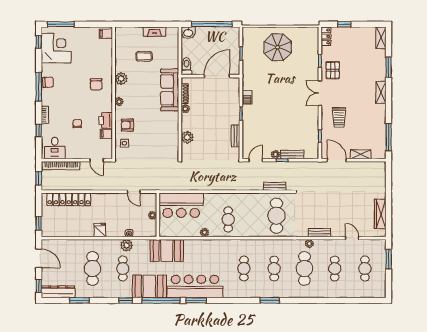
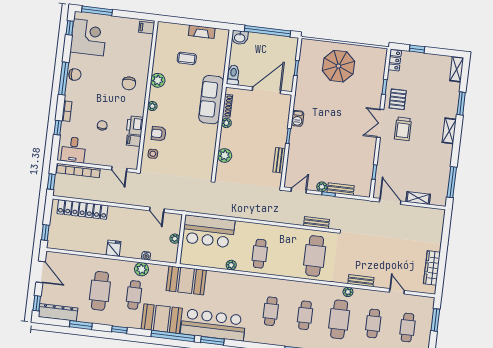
trolley: (339, 117) -> (403, 129), moved
window: (125, 300) -> (119, 330), moved

